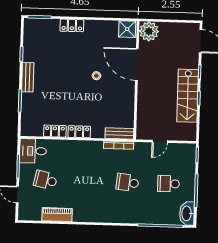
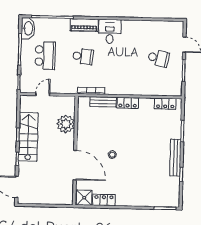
locker: (72, 25) -> (104, 200), moved
plant: (149, 31) -> (66, 124), moved
bench: (28, 77) -> (175, 158), width x1.36
locker: (55, 131) -> (165, 104), moved
bench: (119, 133) -> (103, 102), moved
door: (160, 141) -> (43, 94), moved
desk: (33, 151) -> (110, 32), moved, turned -90
school desk: (168, 184) -> (45, 56), width x1.85
piano: (57, 215) -> (84, 25), moved

